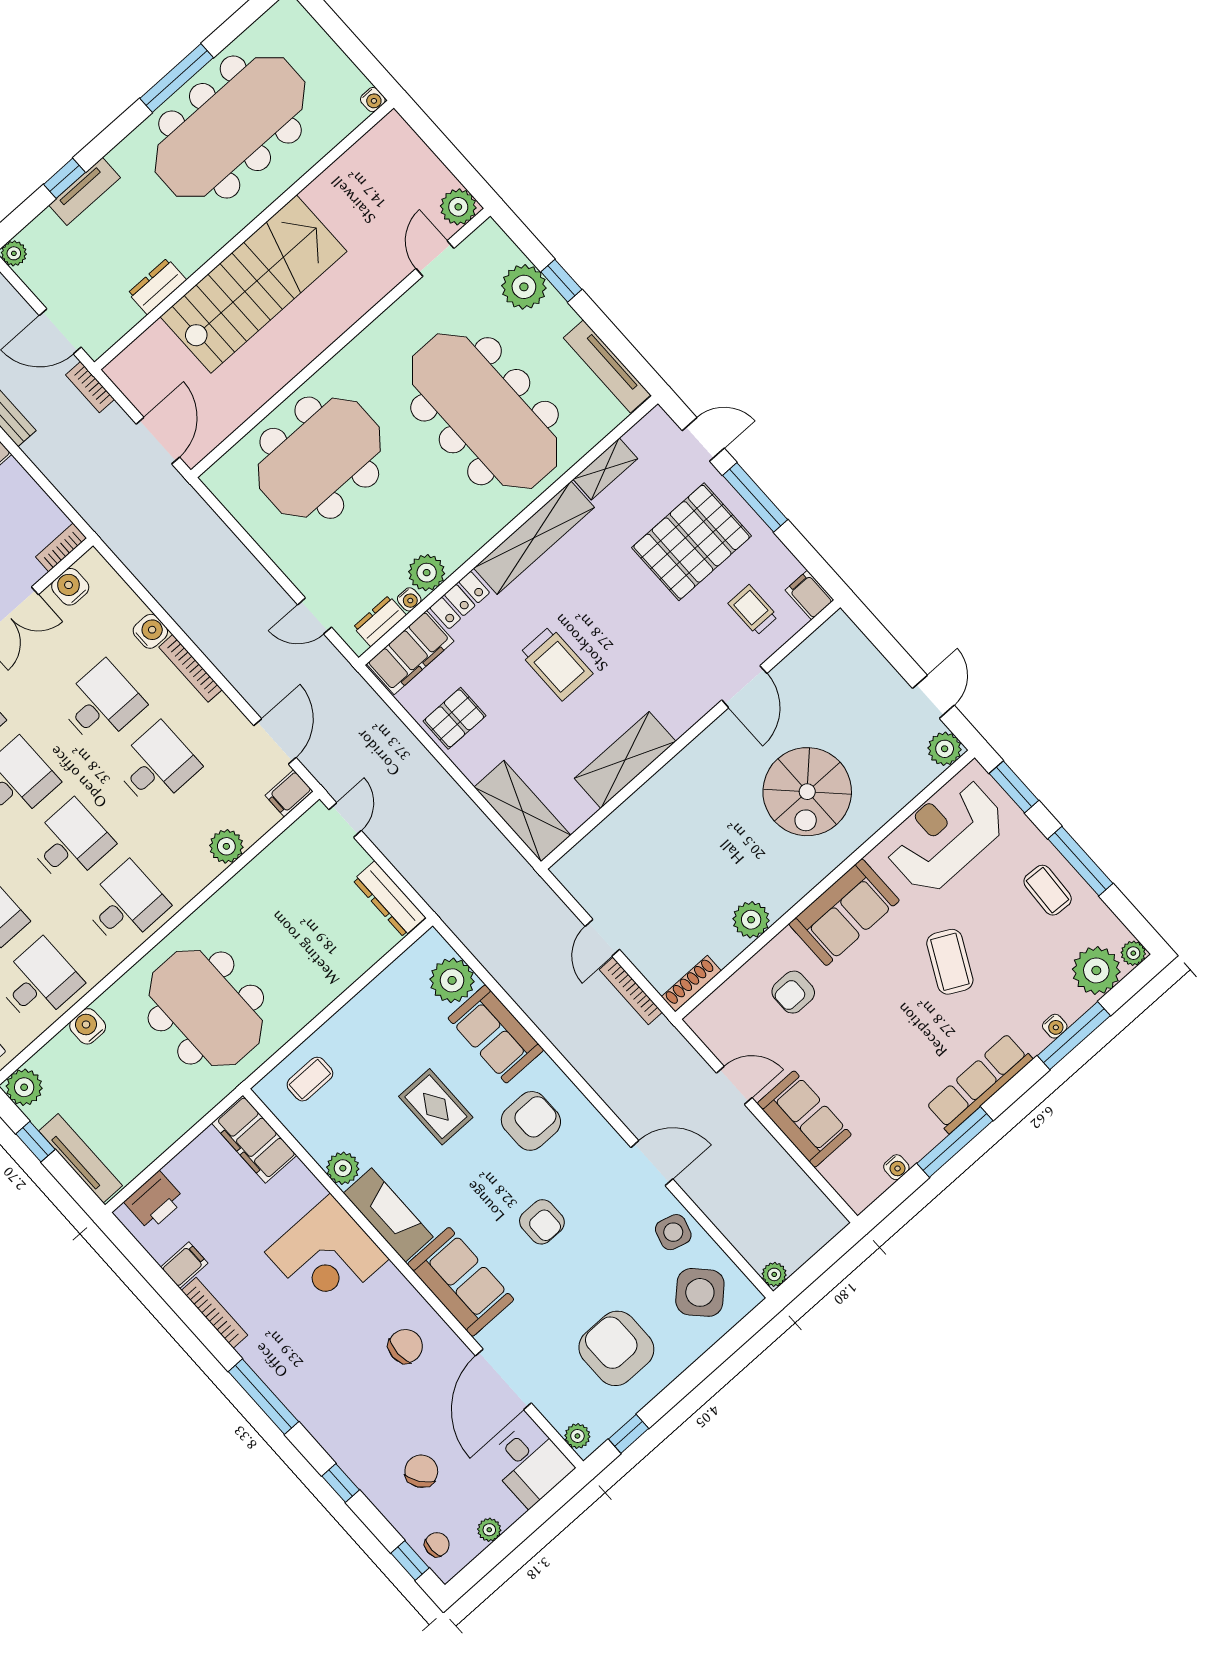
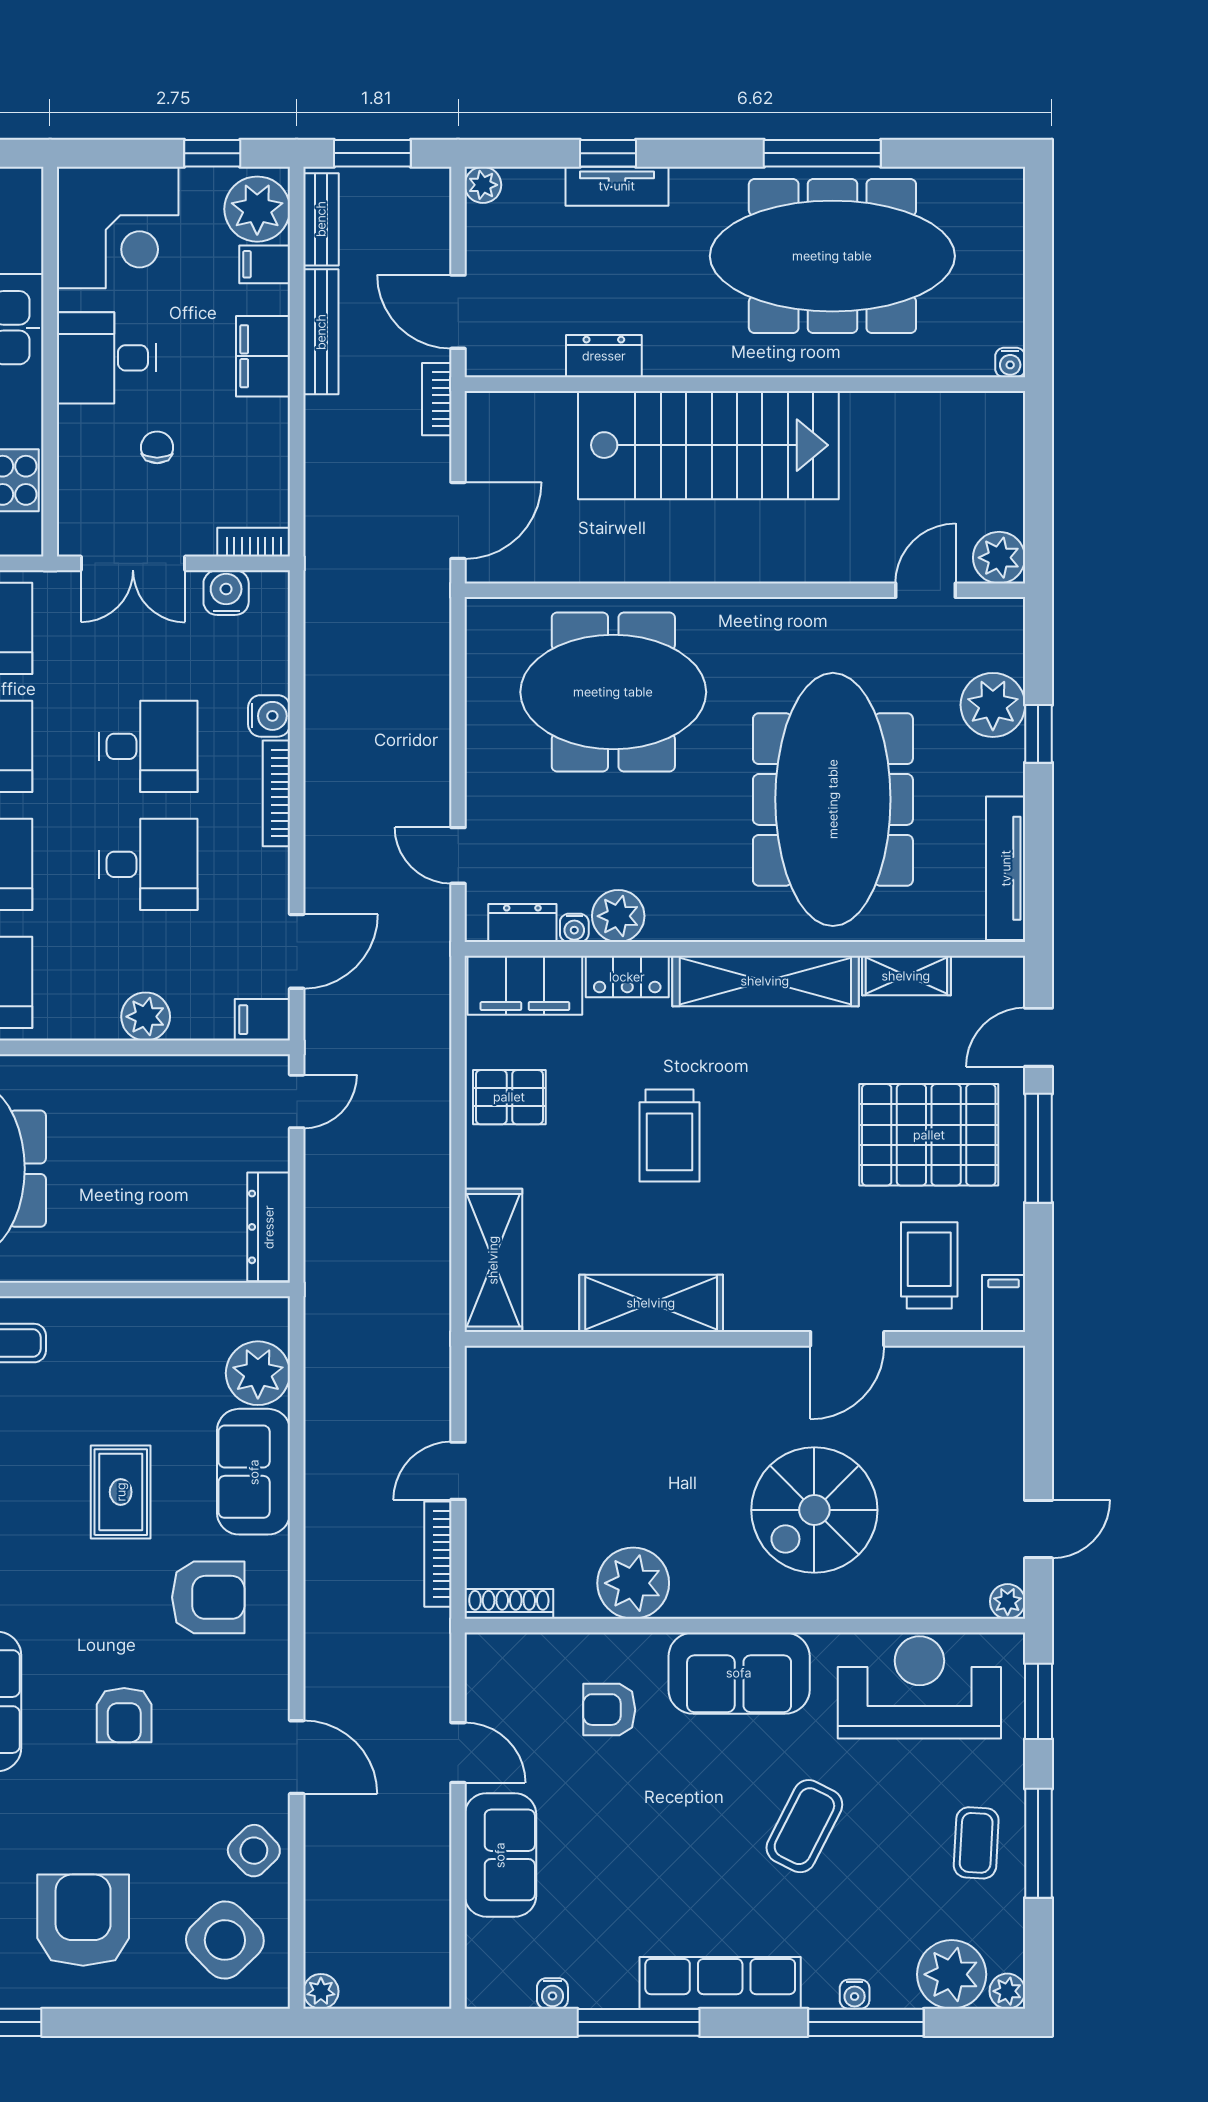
door: (703, 439) -> (1038, 1037), swing flipped
trolley: (753, 610) -> (929, 1265), width x1.36, depth x1.39
plant: (945, 749) -> (1008, 1601), width x0.73, depth x0.73
plant: (751, 920) -> (633, 1583), width x1.36, depth x1.36
side table: (673, 1232) -> (254, 1851), turned 30

